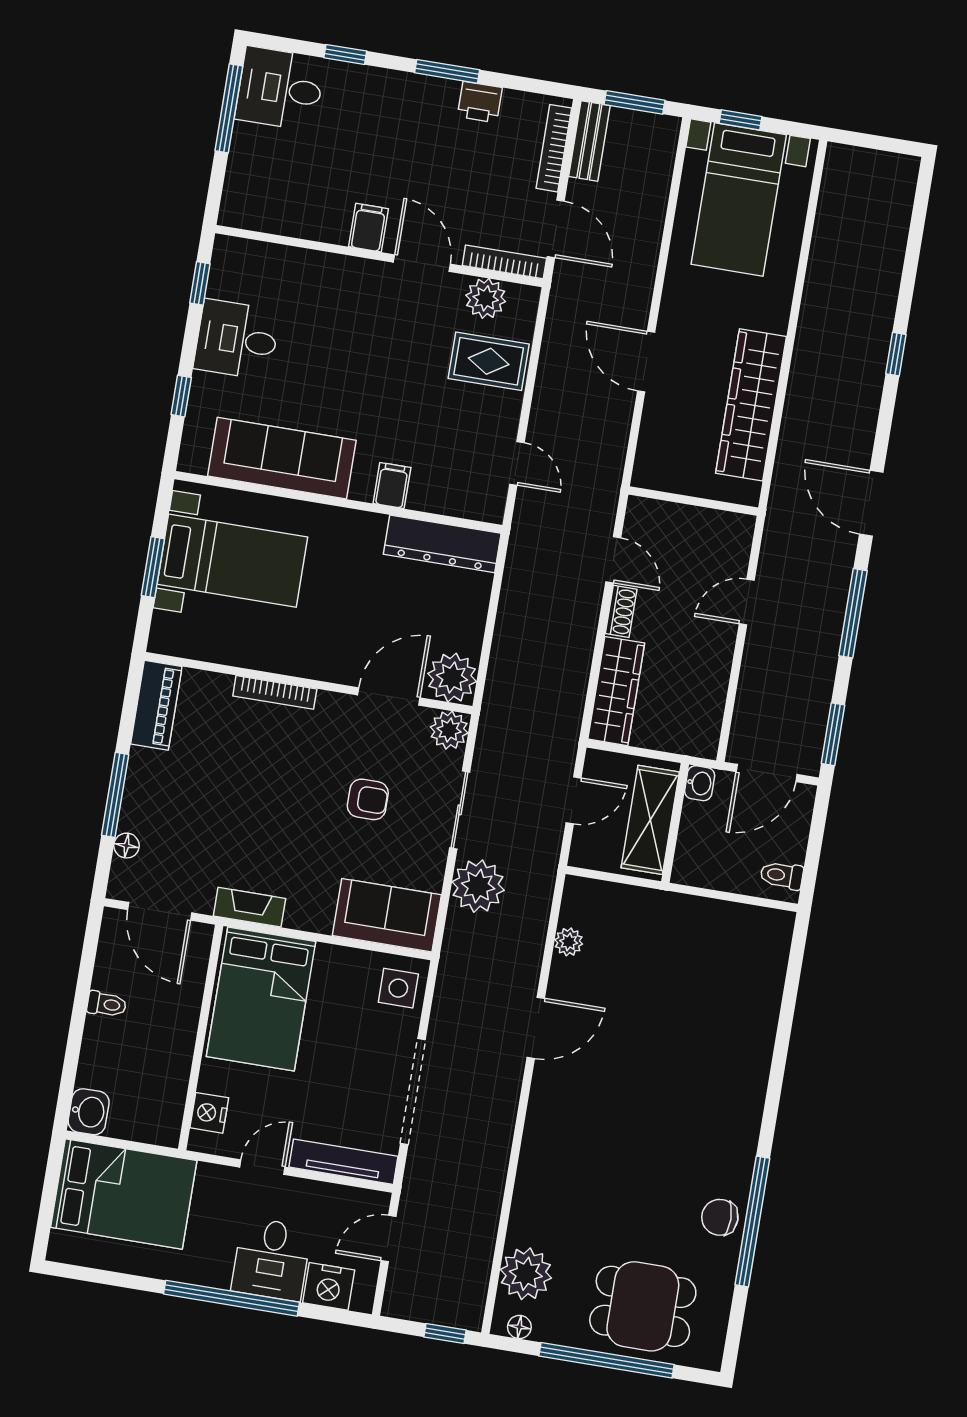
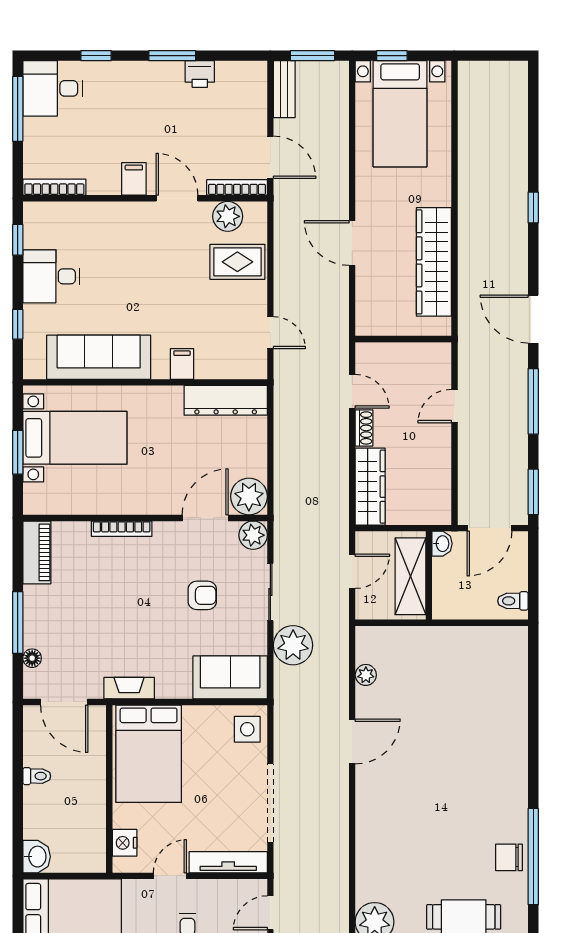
bookcase: (554, 148) -> (54, 187), moved, turned 90

